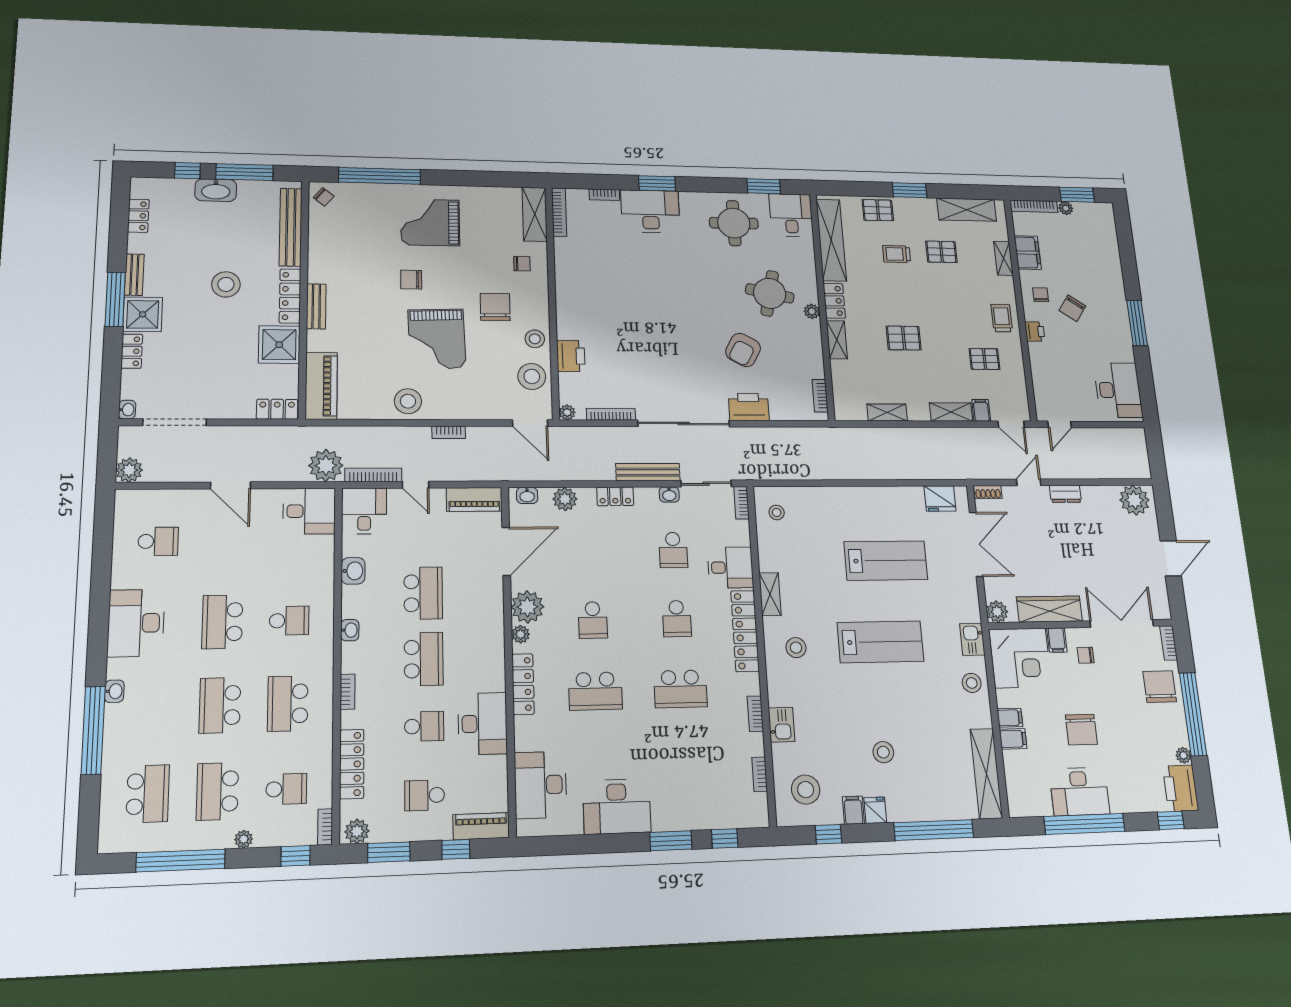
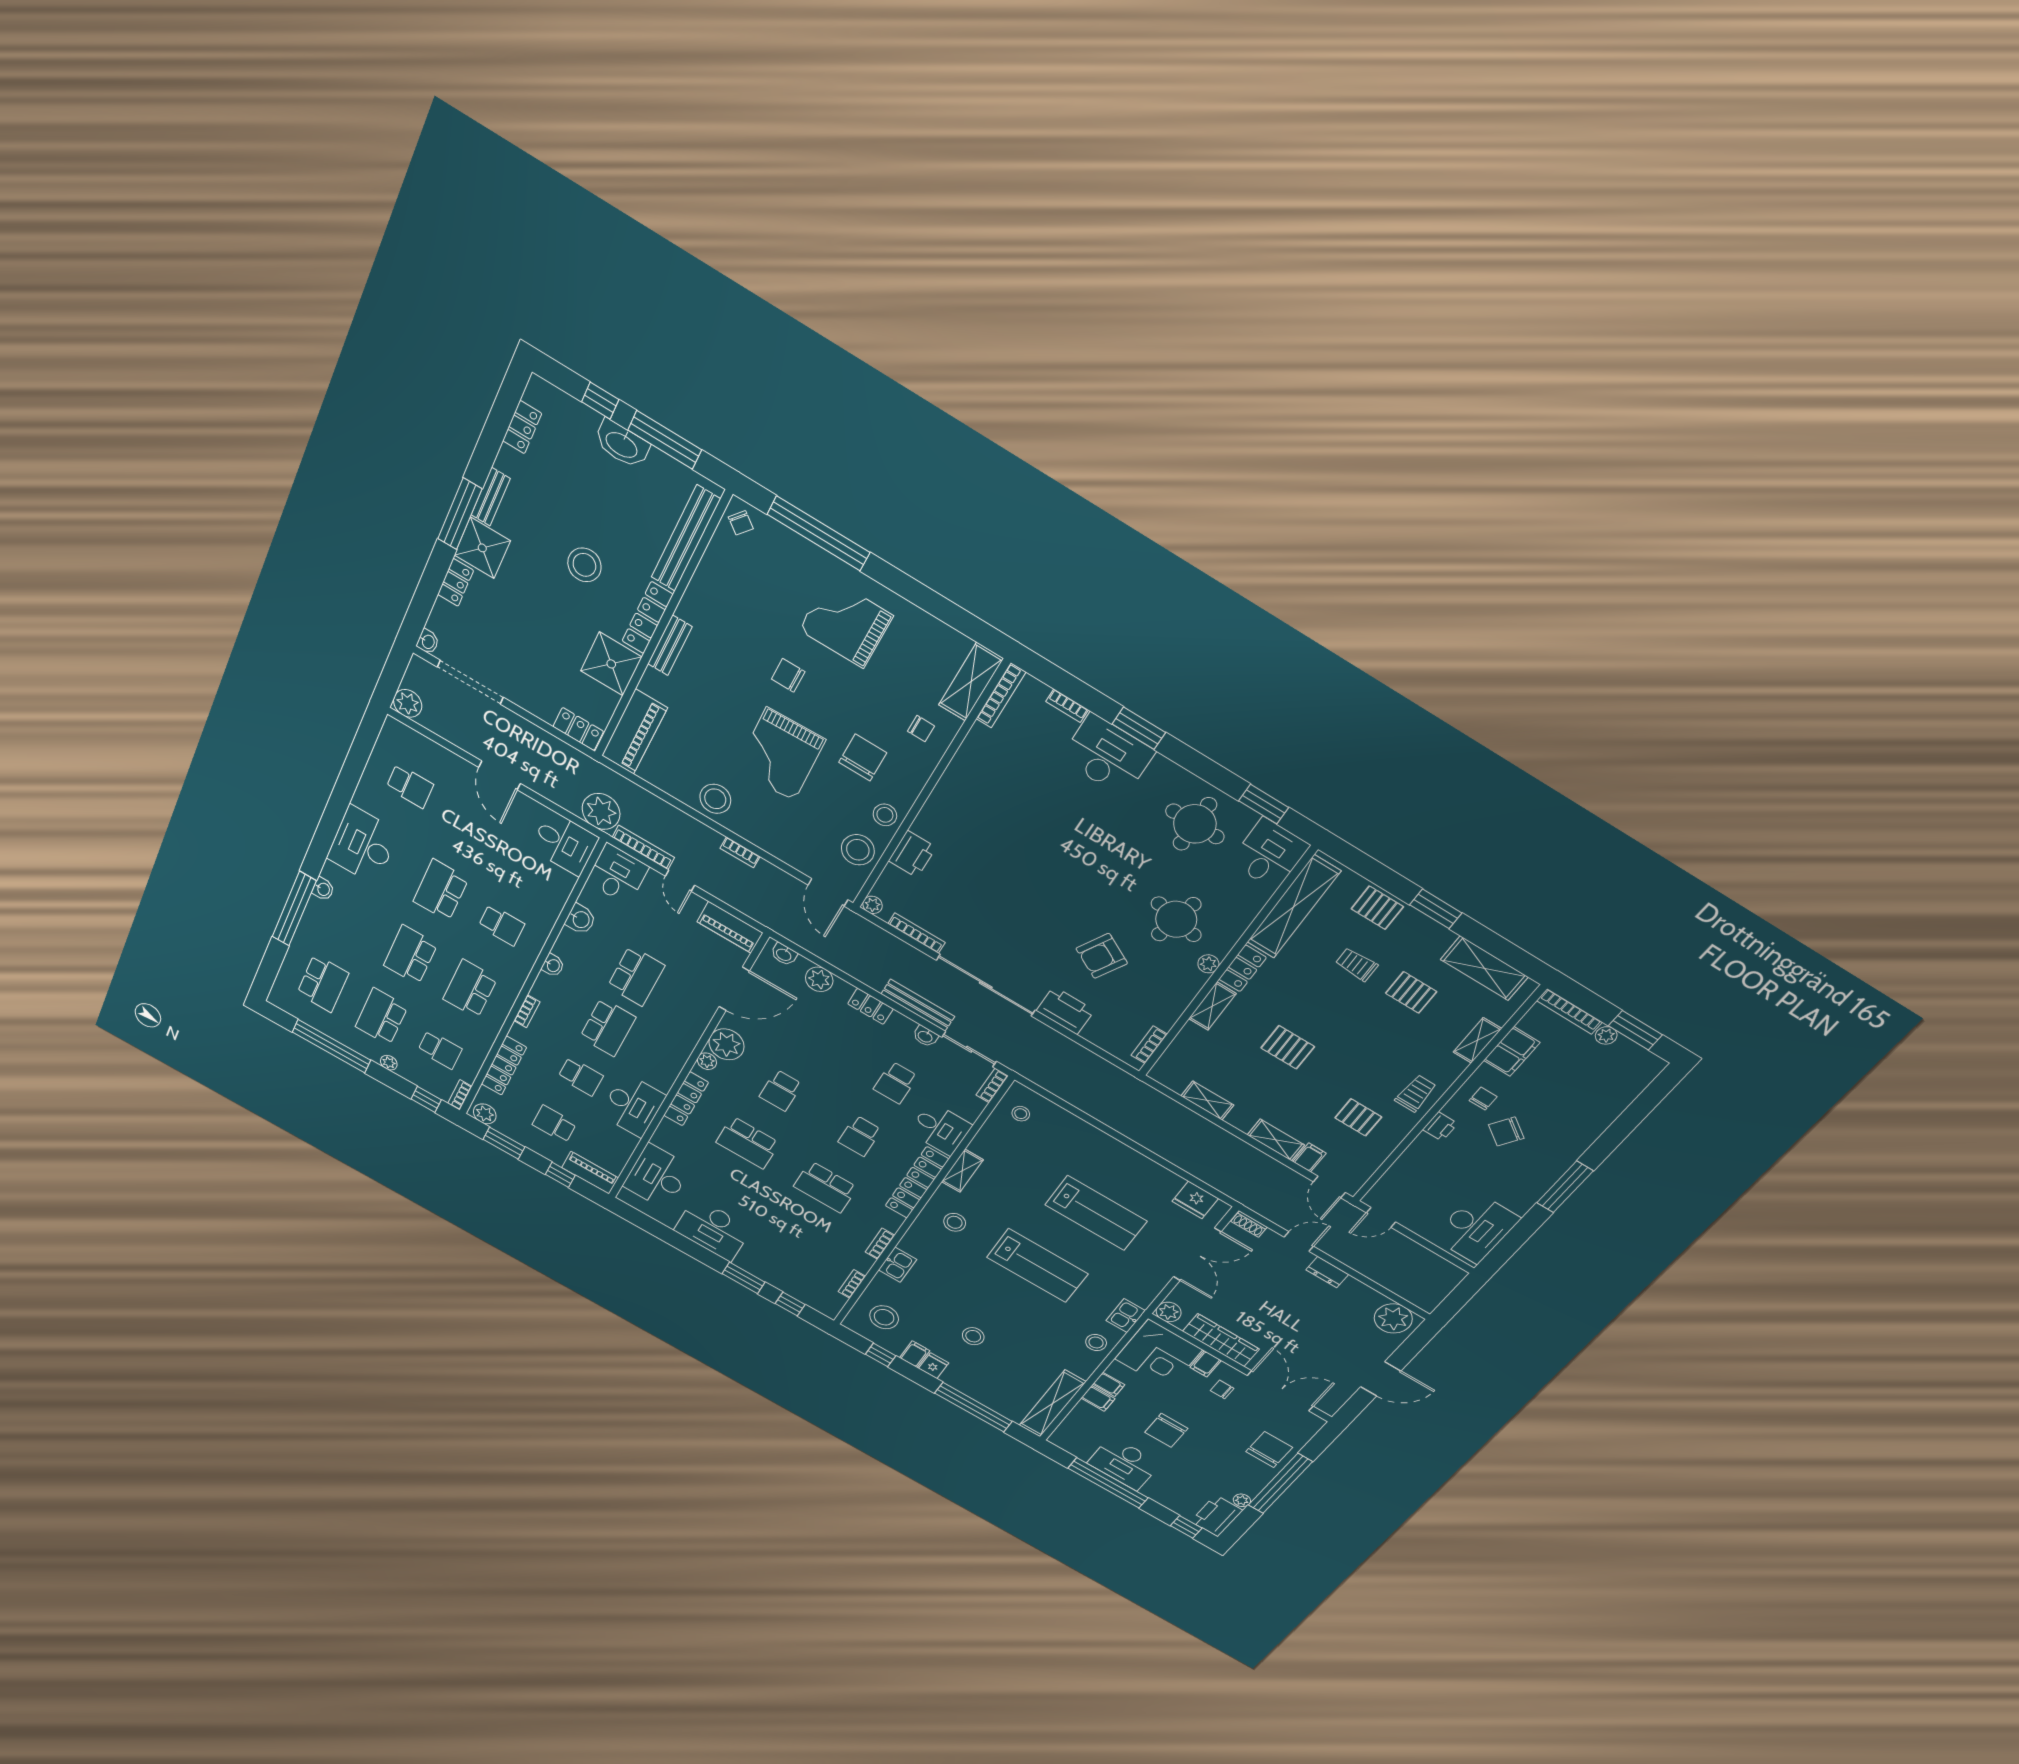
bookcase: (1169, 643) -> (1311, 1429), removed

